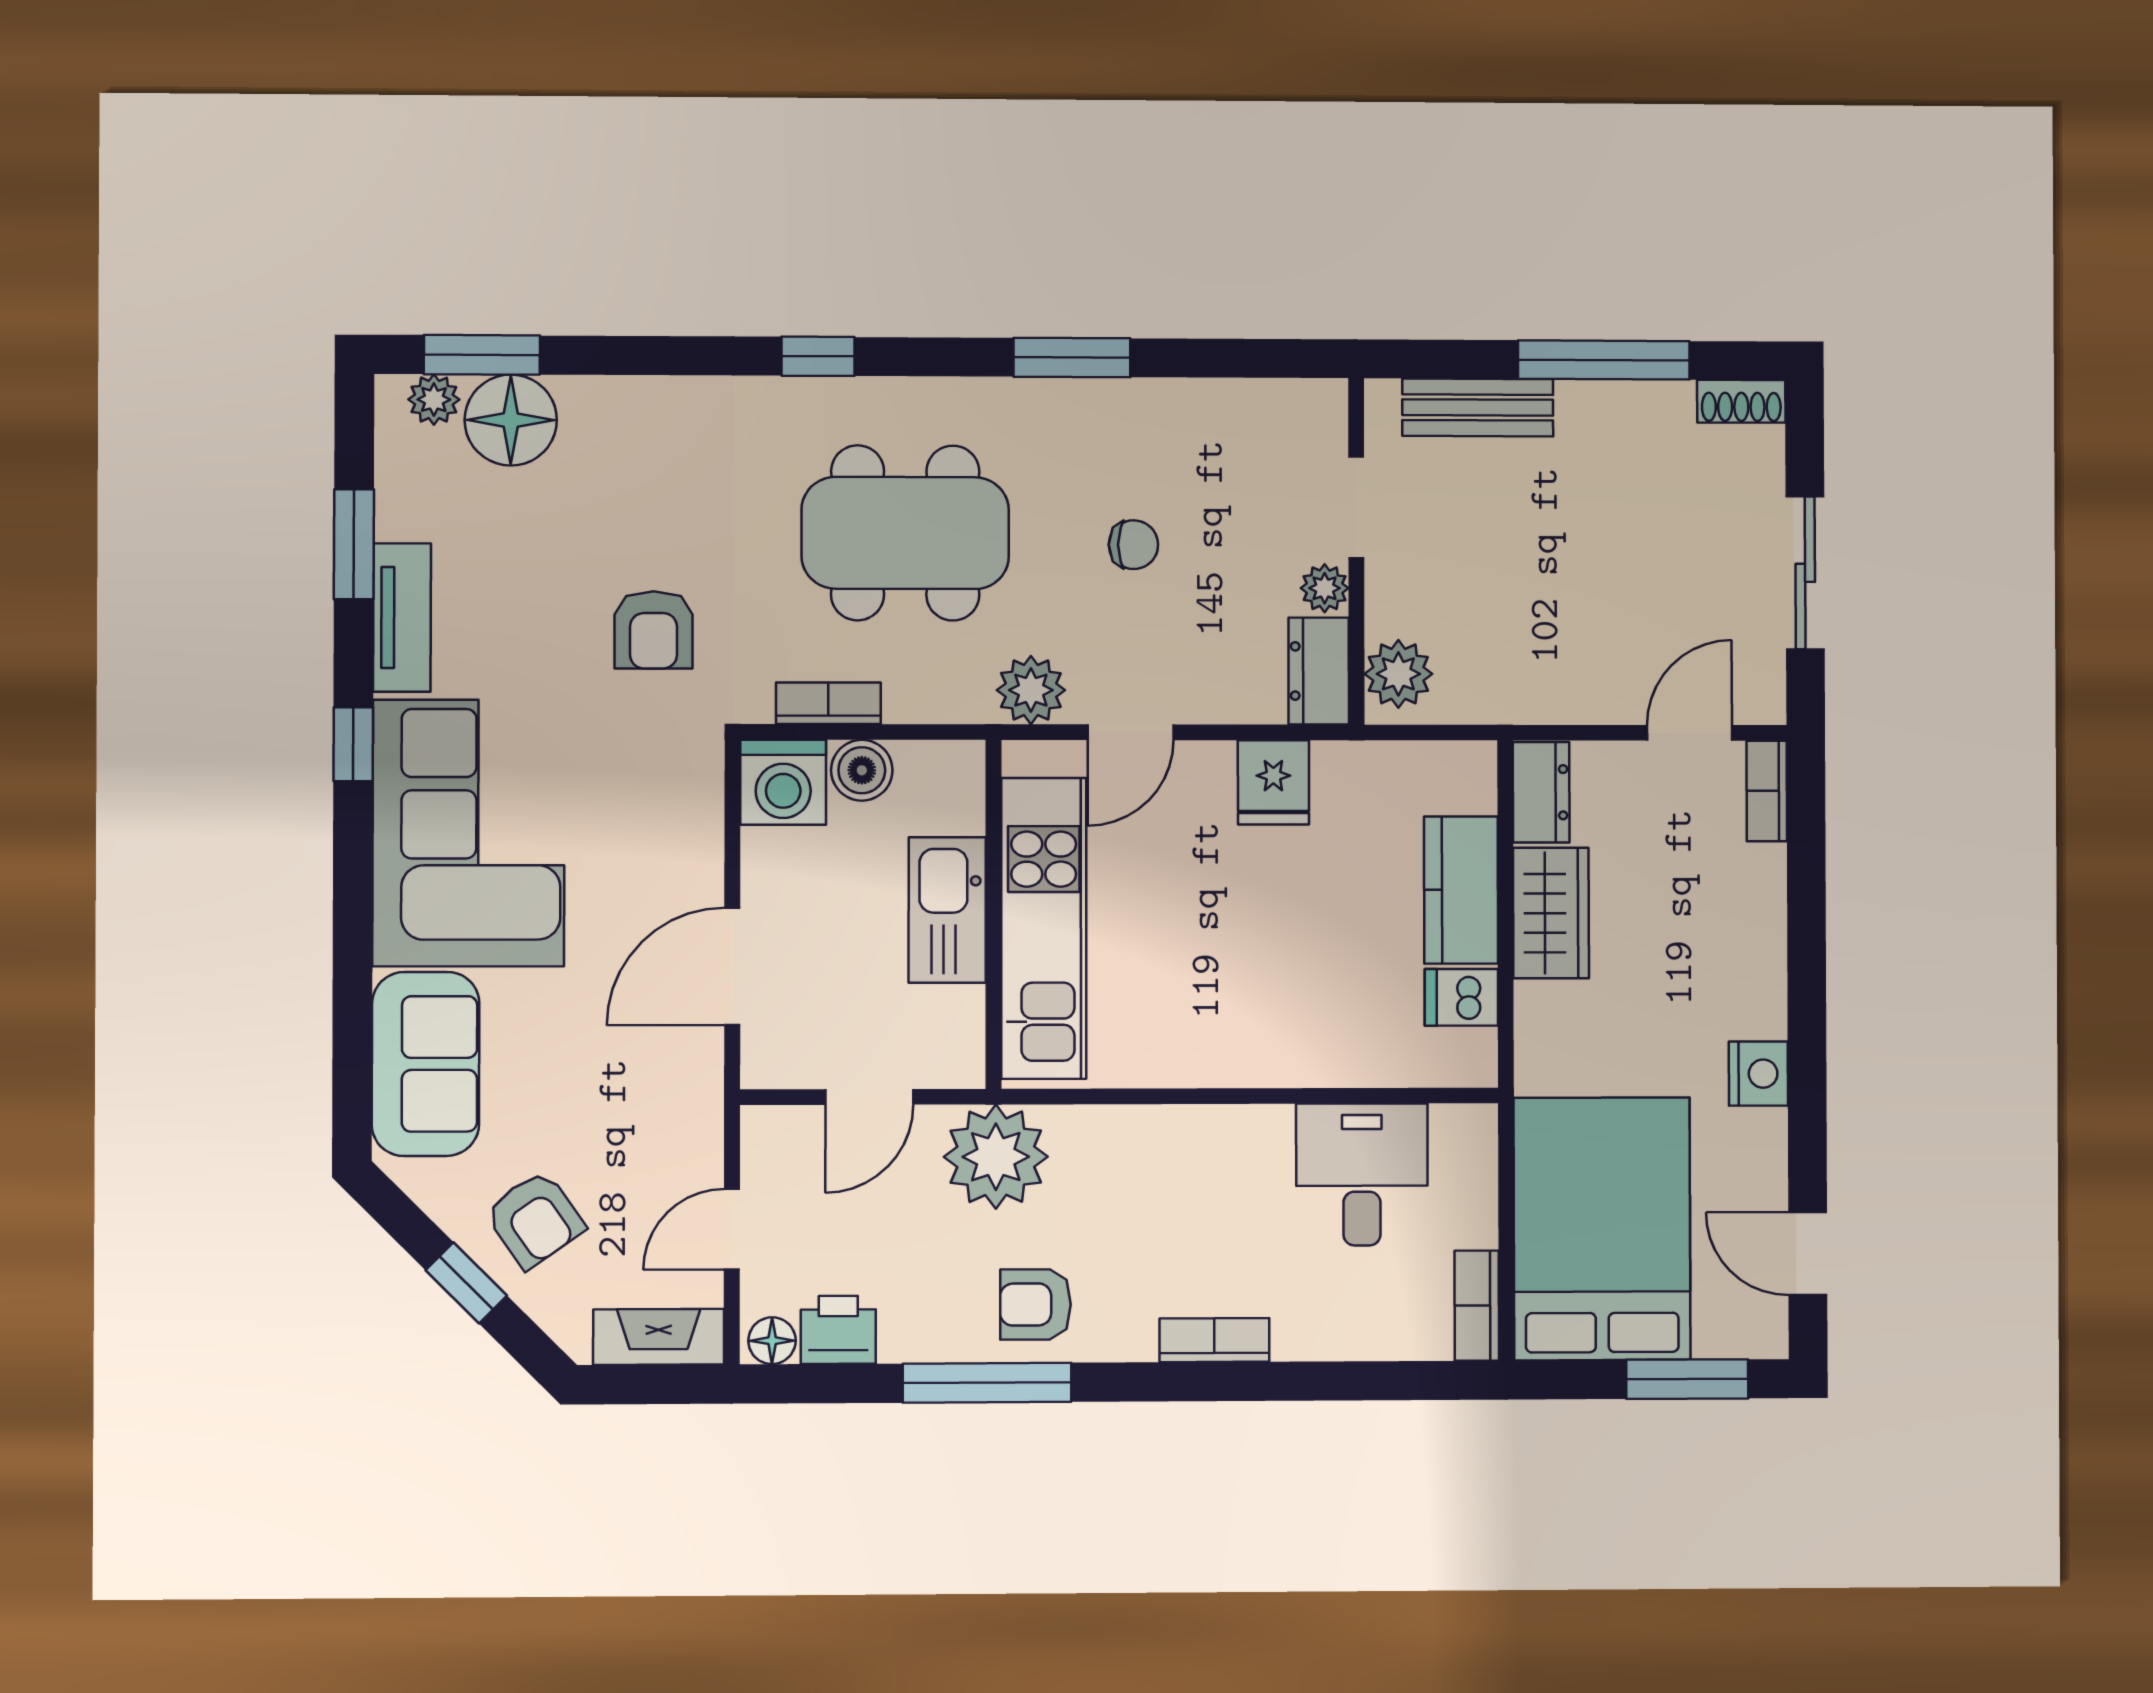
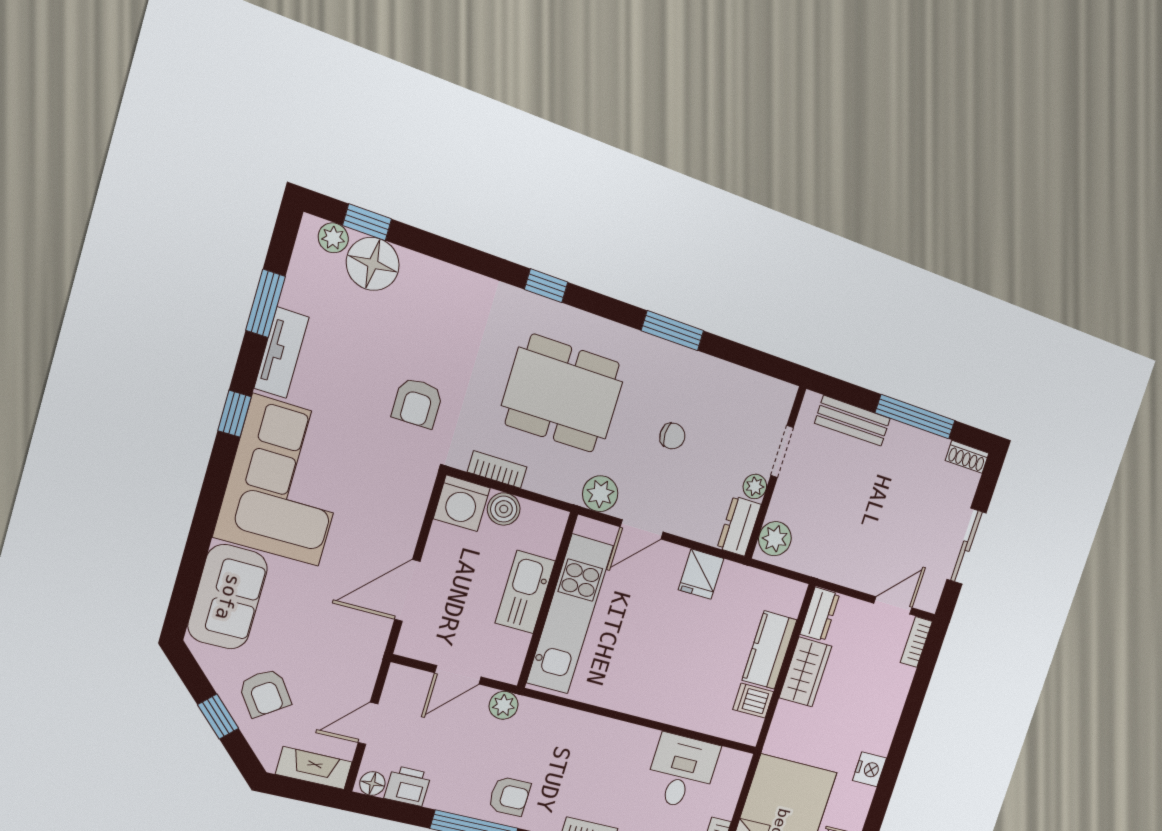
window: (482, 355) -> (367, 222), width x0.67
plant: (996, 1157) -> (504, 705), width x0.53, depth x0.53
armchair: (1036, 1304) -> (509, 796), turned 180

